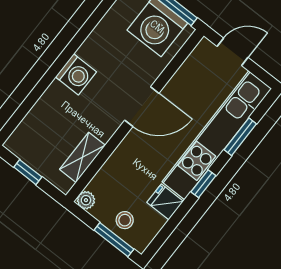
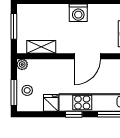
door: (142, 107) -> (87, 56), hinge flipped
window: (28, 172) -> (14, 26), width x1.50

